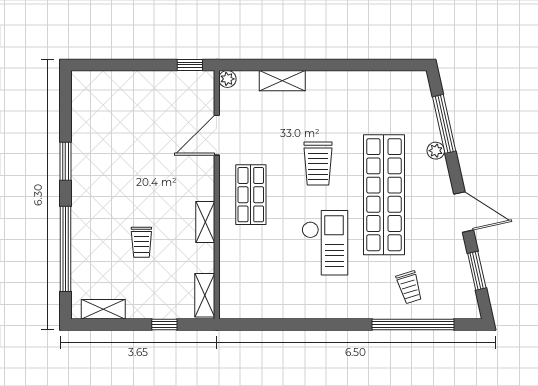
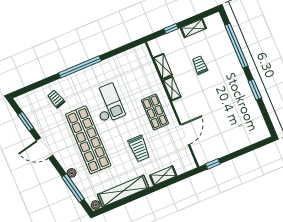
plant: (227, 79) -> (96, 205), moved
shelving: (361, 83) -> (123, 191), added
trolley: (318, 163) -> (139, 148), moved, turned 180
checkout: (325, 243) -> (108, 103), turned 180
shelving: (205, 295) -> (163, 66), moved
shelving: (103, 309) -> (193, 28), moved
window: (413, 324) -> (80, 67), moved

